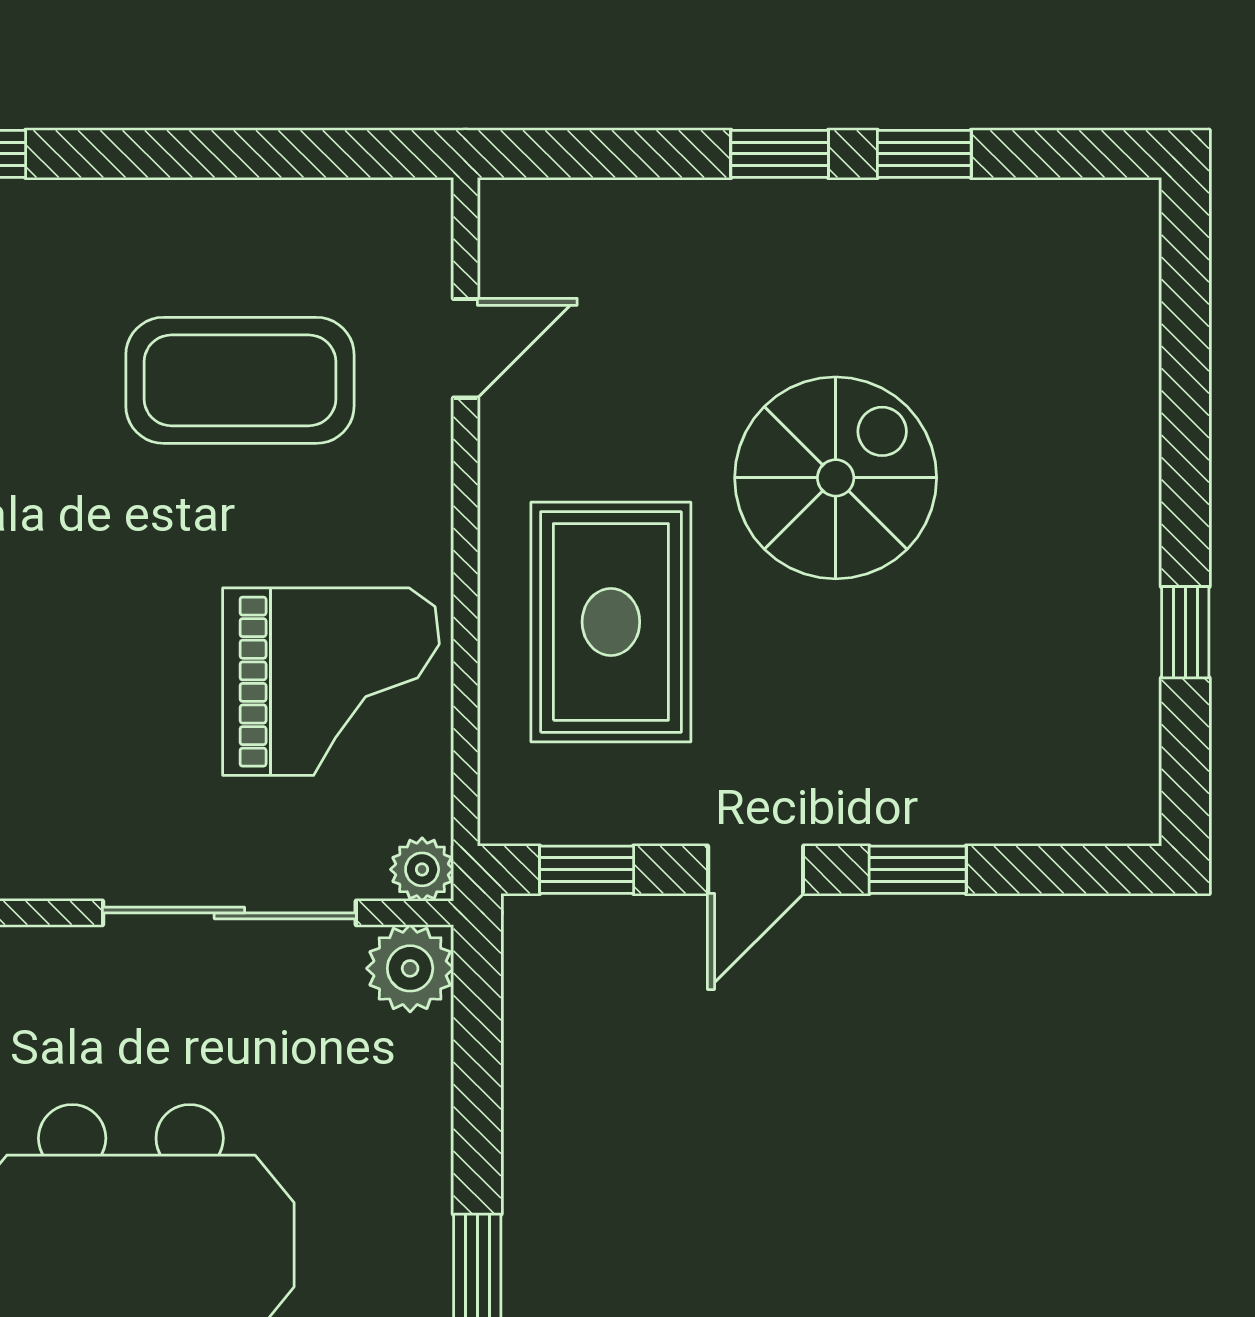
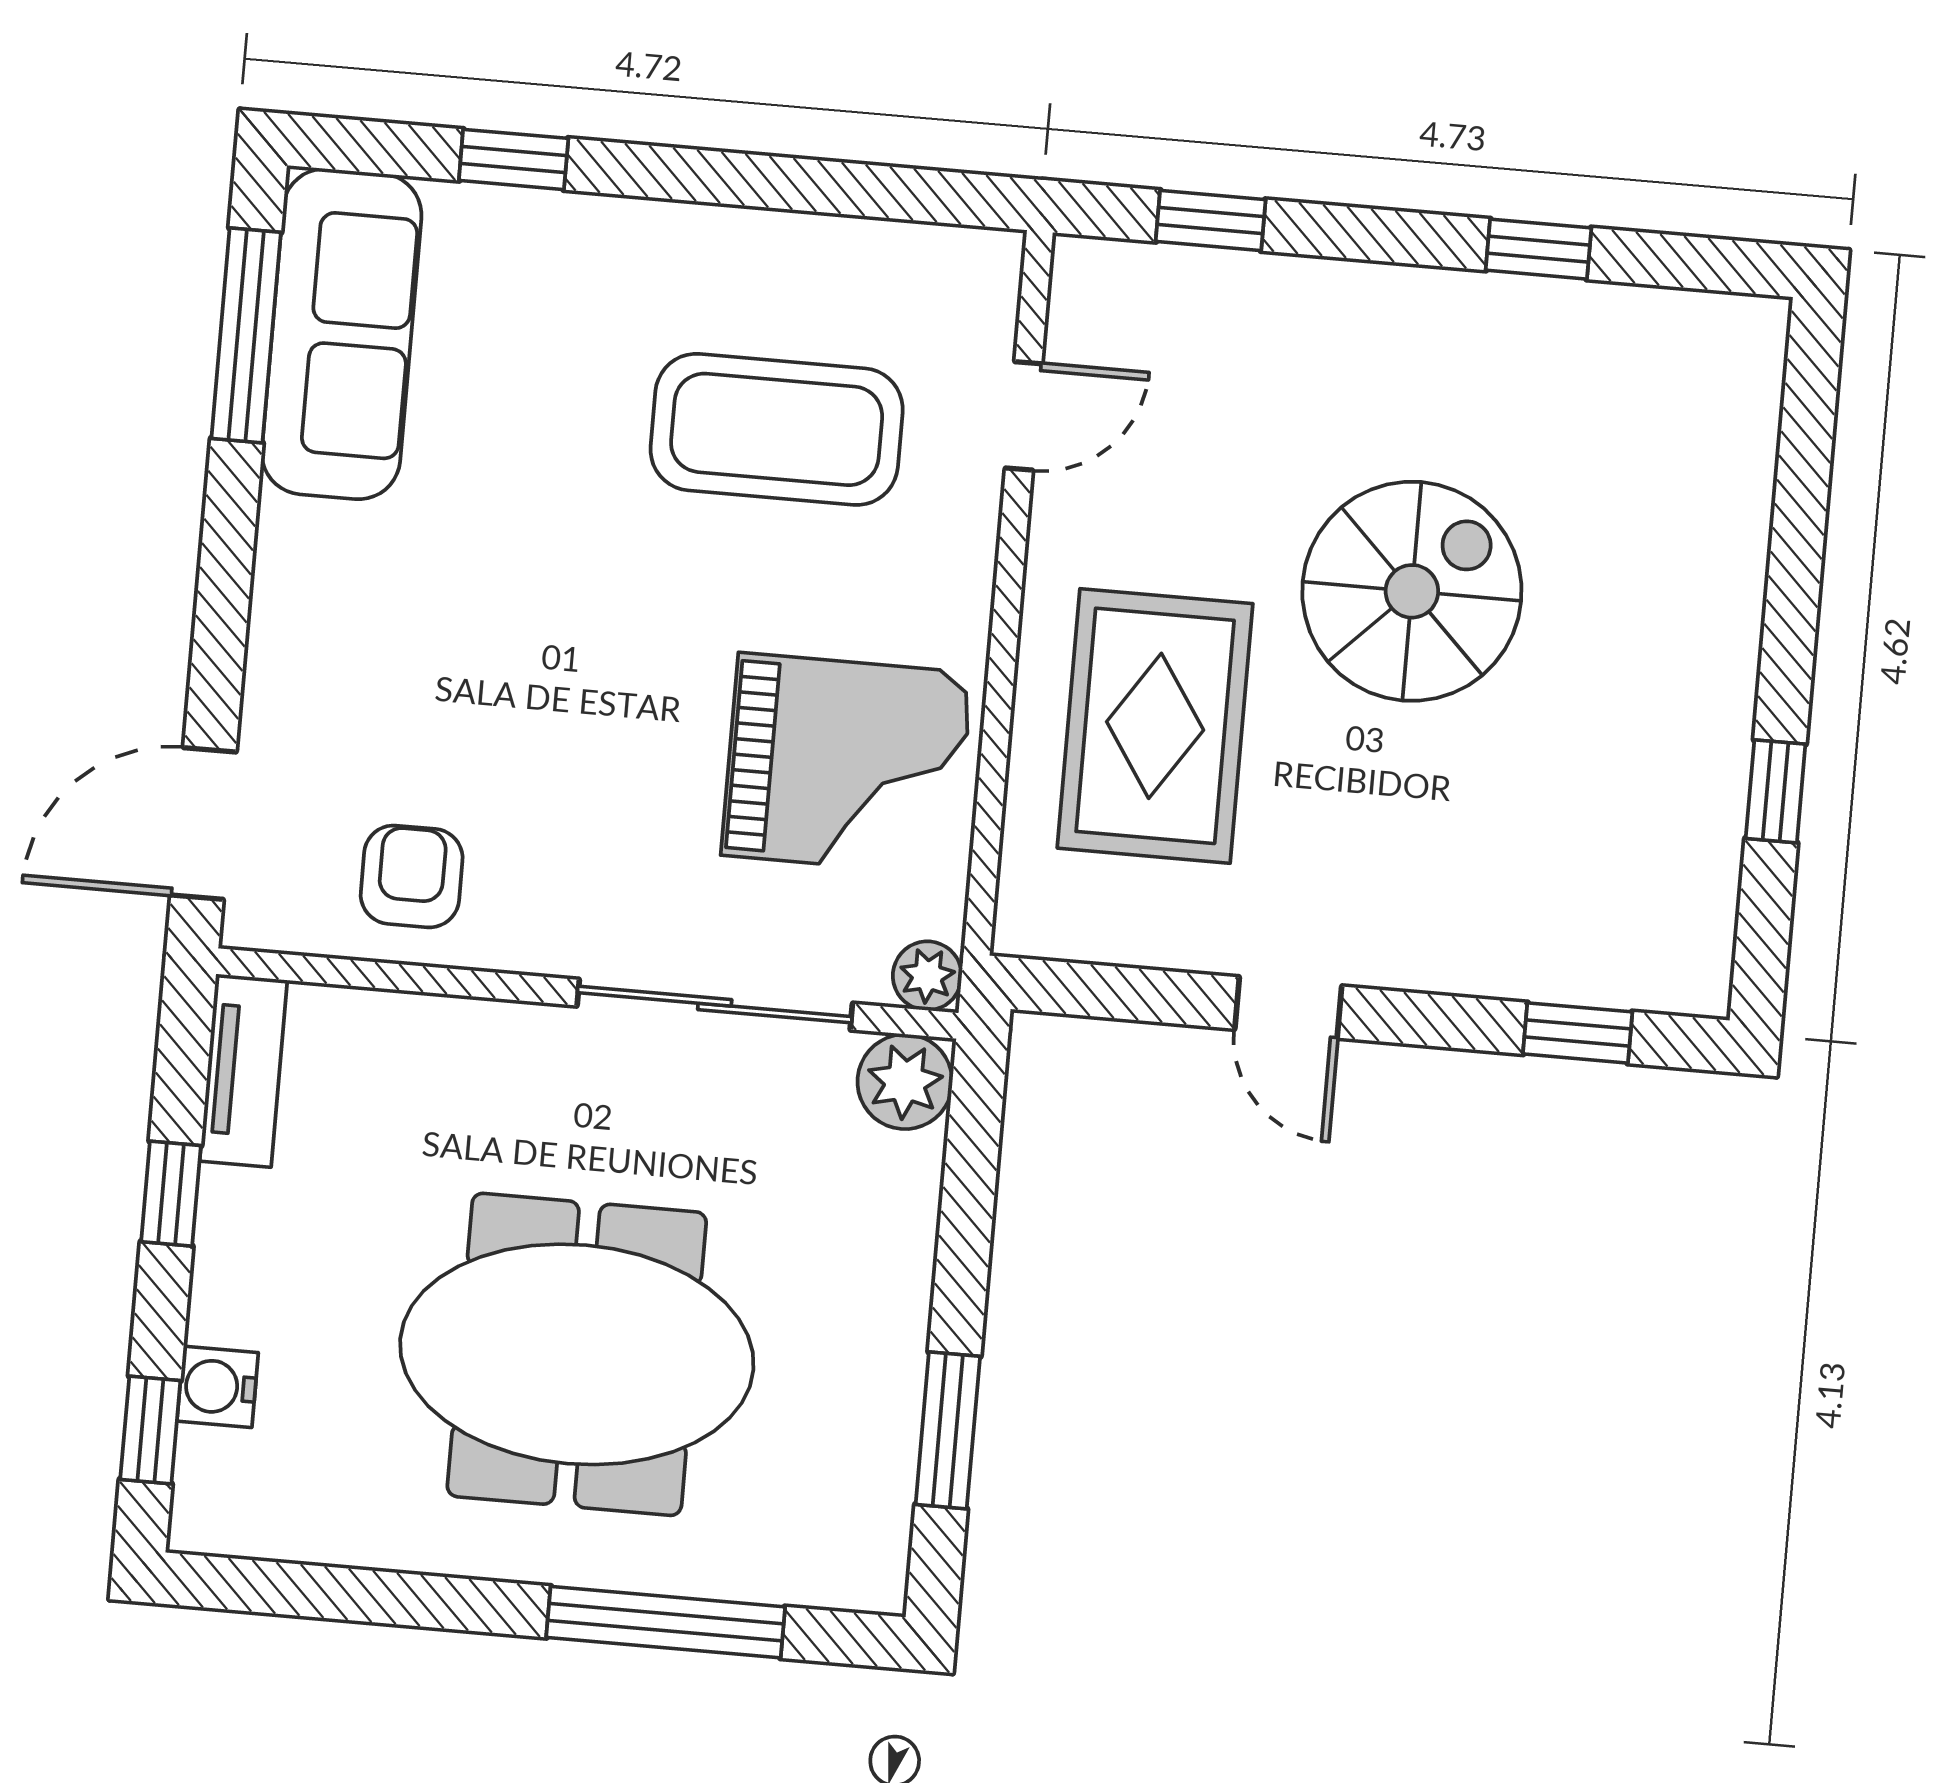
window: (780, 154) -> (1211, 220), moved
window: (587, 870) -> (1105, 992), removed
door: (756, 870) -> (1288, 1008), hinge flipped
window: (918, 870) -> (1578, 1033), moved

